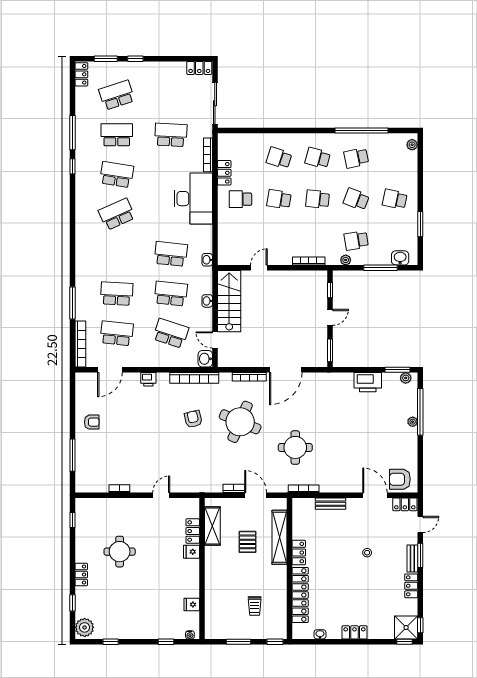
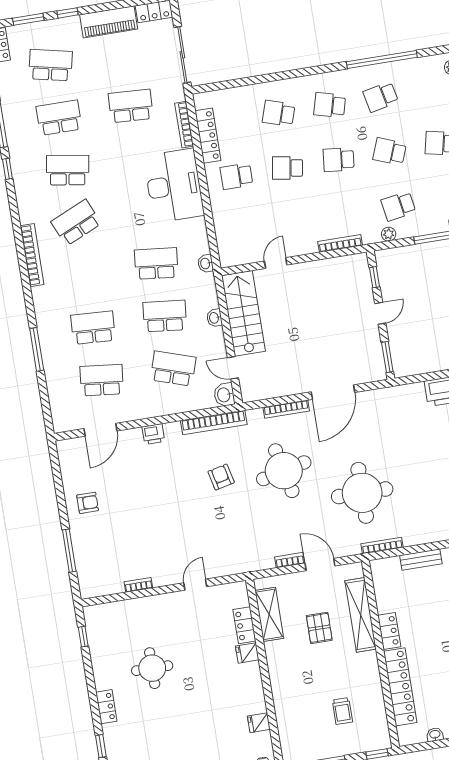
piano: (165, 70) -> (109, 22), added
school desk: (117, 95) -> (51, 65), turned 30
locker: (224, 173) -> (208, 136), width x1.53
bookcase: (80, 344) -> (32, 255), moved
round table: (240, 422) -> (284, 471), turned -36
round table: (295, 447) -> (362, 493), width x1.36, depth x1.36

